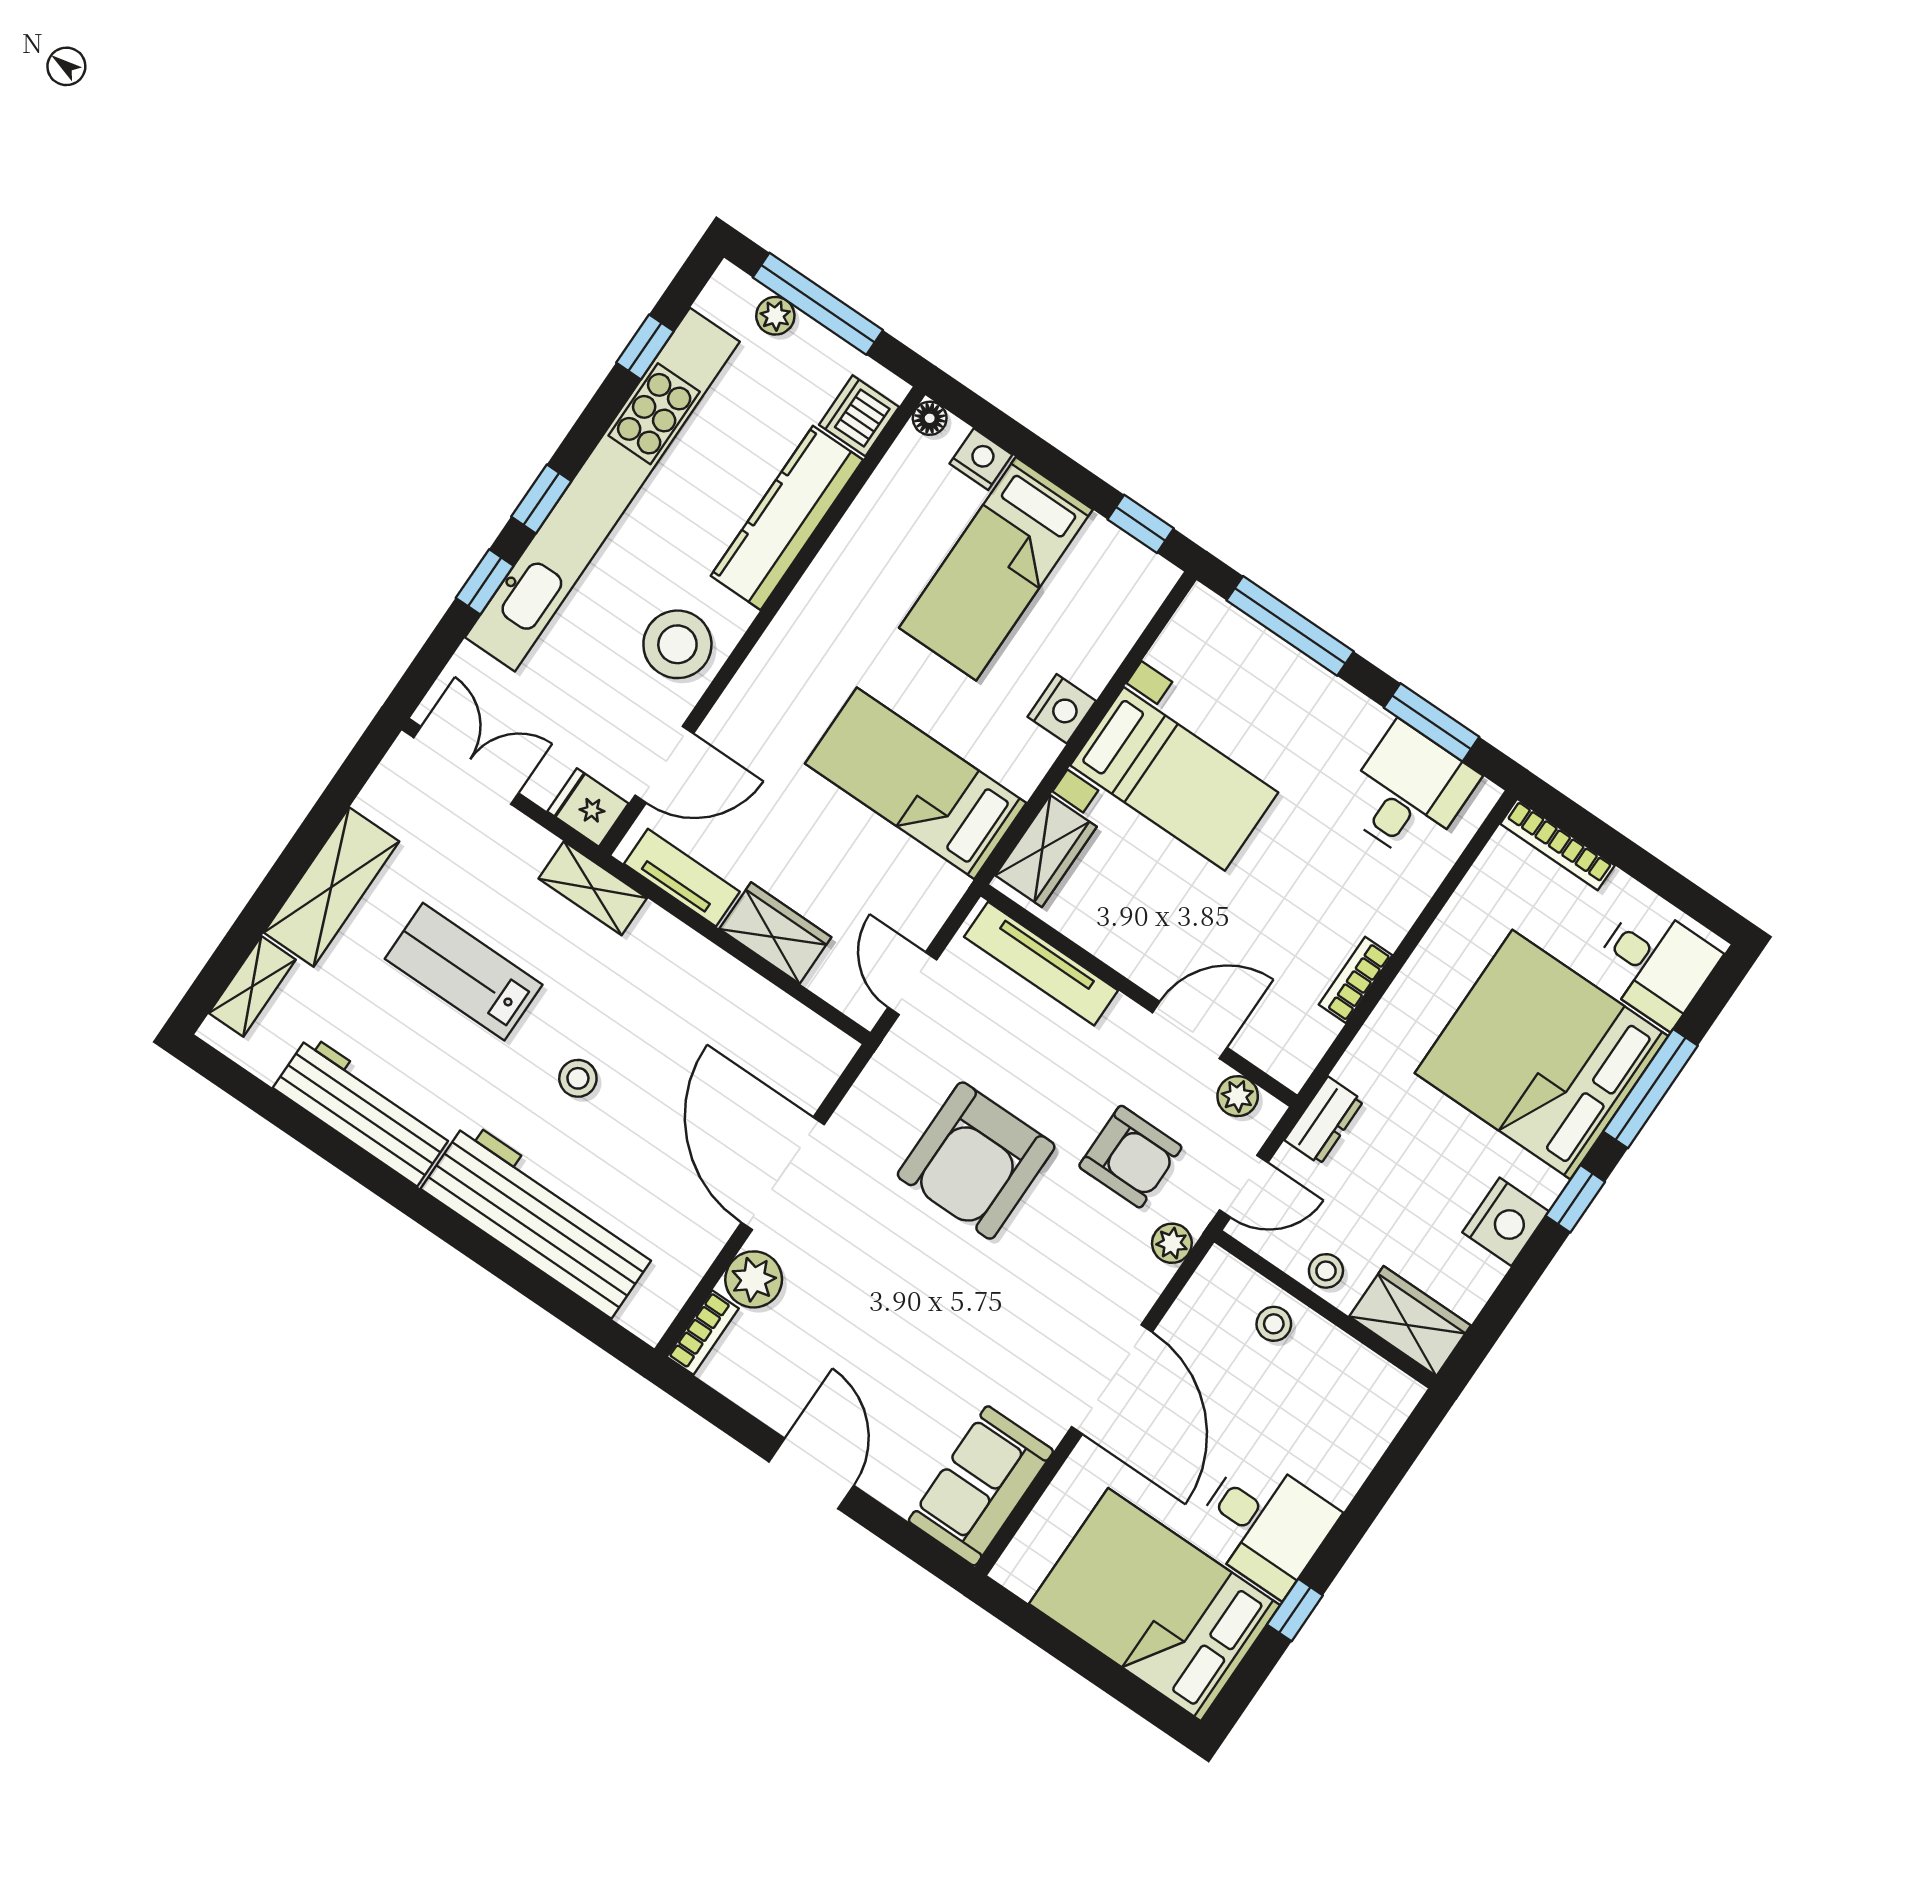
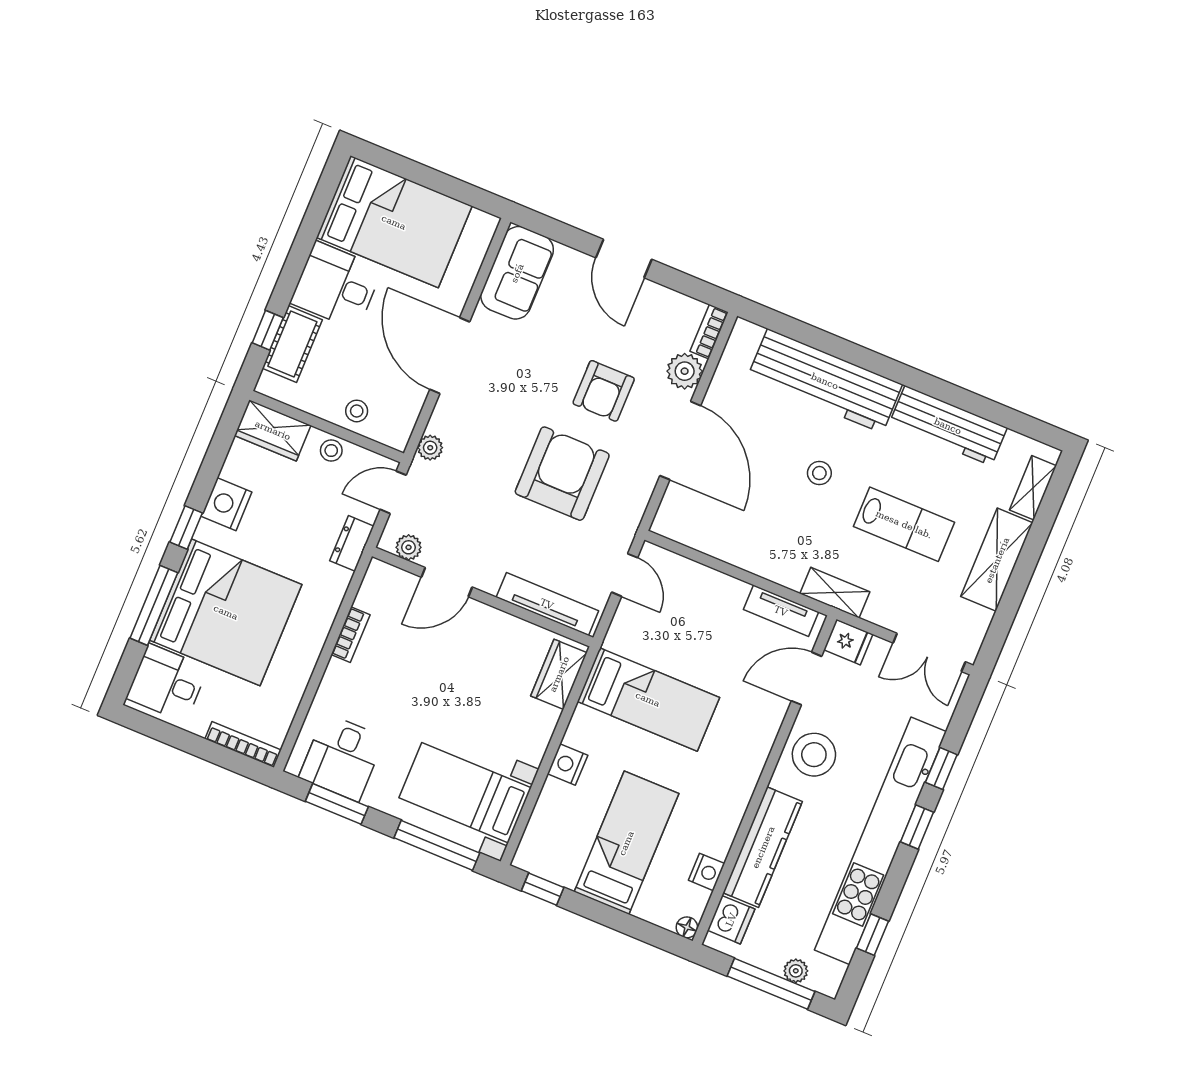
nightstand: (981, 459) -> (707, 872), moved, turned -90
bed with nightstands: (1174, 779) -> (465, 793), moved
wardrobe: (775, 933) -> (716, 589), removed
armchair: (1130, 1157) -> (604, 391), moved, turned -90
cot: (1352, 1448) -> (292, 344), added
window: (1295, 1610) -> (268, 330), moved

